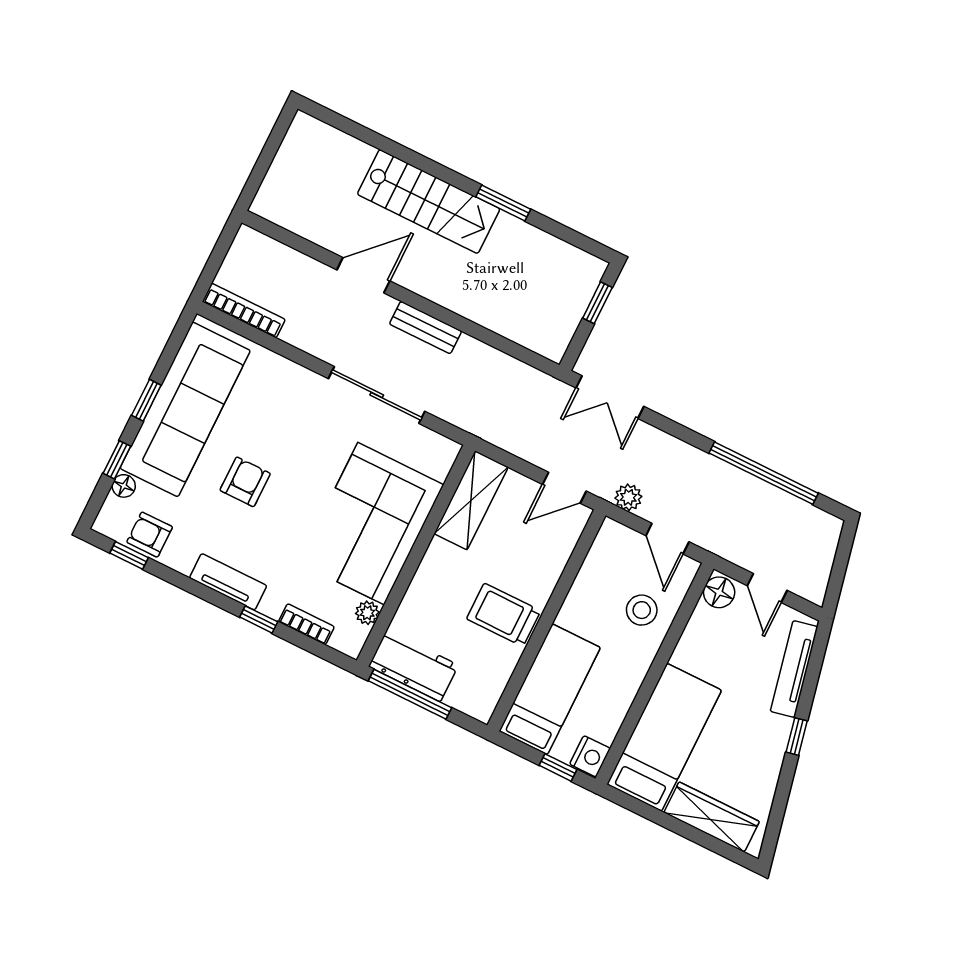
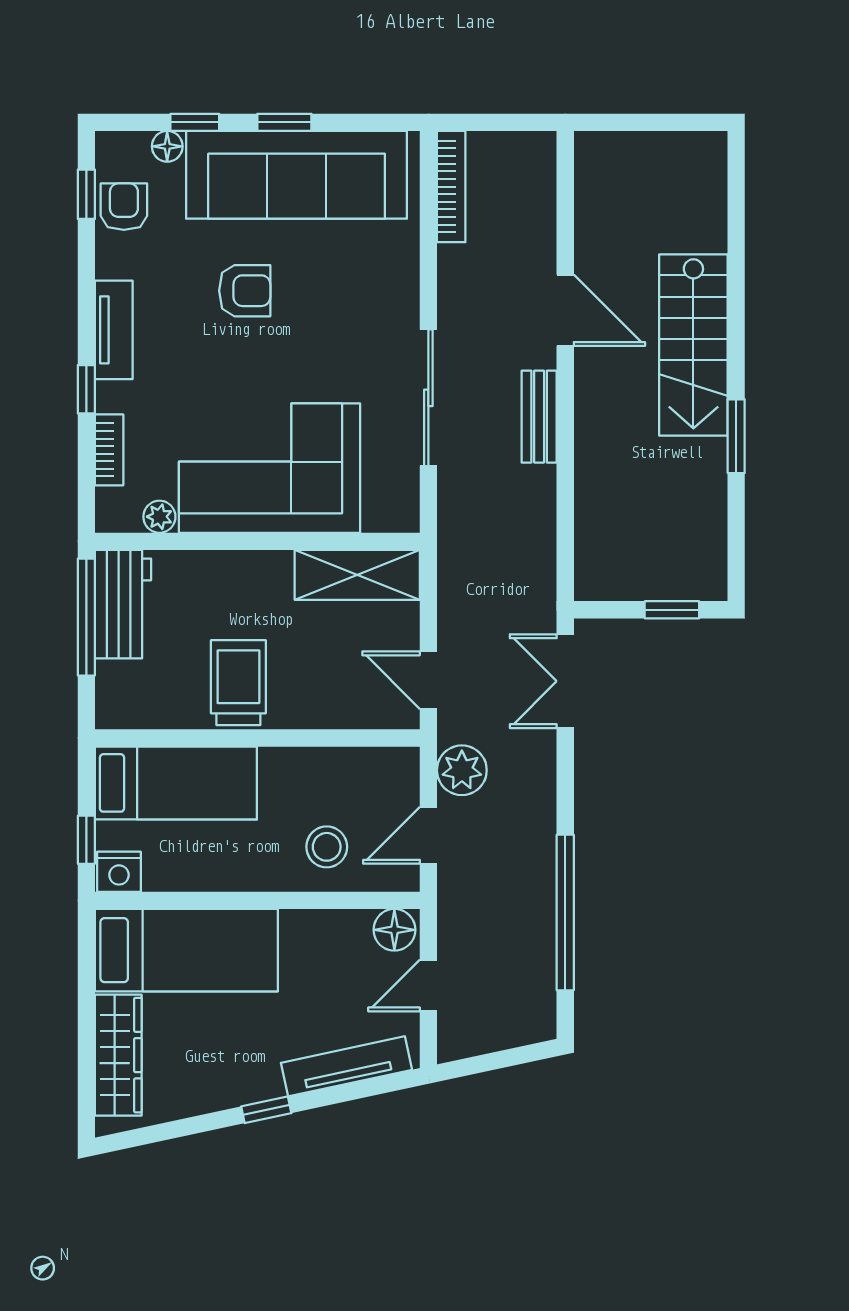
plant: (628, 497) -> (462, 770), width x1.38, depth x1.38

